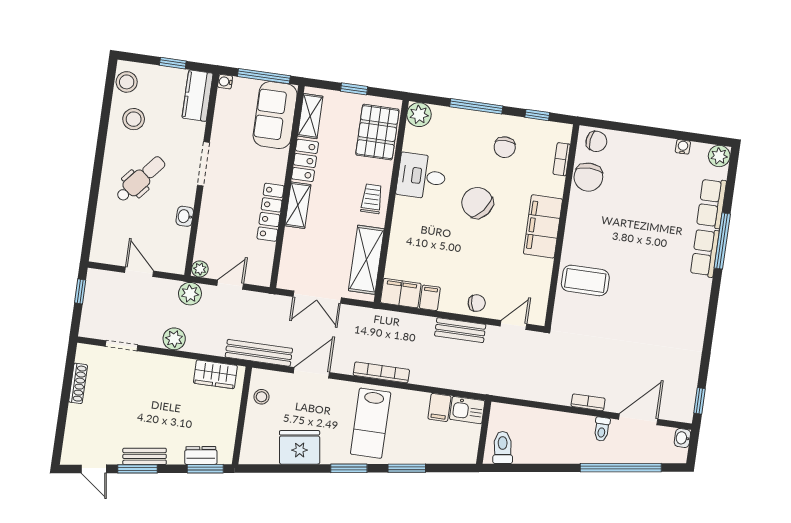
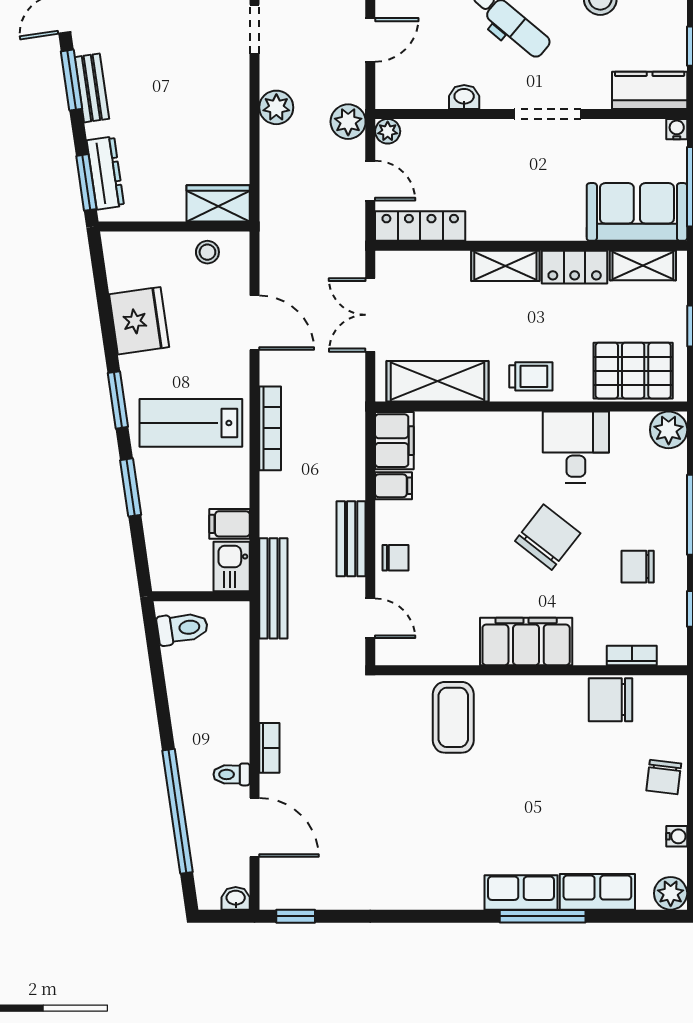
chair: (596, 141) -> (664, 777), moved
locker: (271, 212) -> (420, 226), moved
chair: (477, 303) -> (396, 558), turned -77
bench: (259, 353) -> (273, 588), moved
wardrobe: (215, 374) -> (218, 203), moved, turned 90
dresser: (201, 455) -> (105, 173), width x1.44

